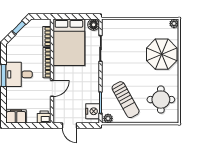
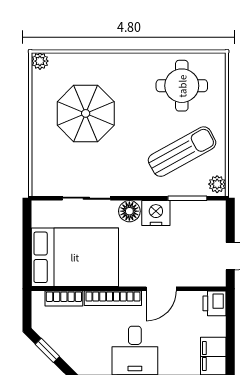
floor lamp: (94, 25) -> (129, 211), moved
parasol: (162, 54) -> (86, 113), moved
door: (52, 88) -> (161, 289), swing flipped
nightstand: (93, 111) -> (156, 213), moved

